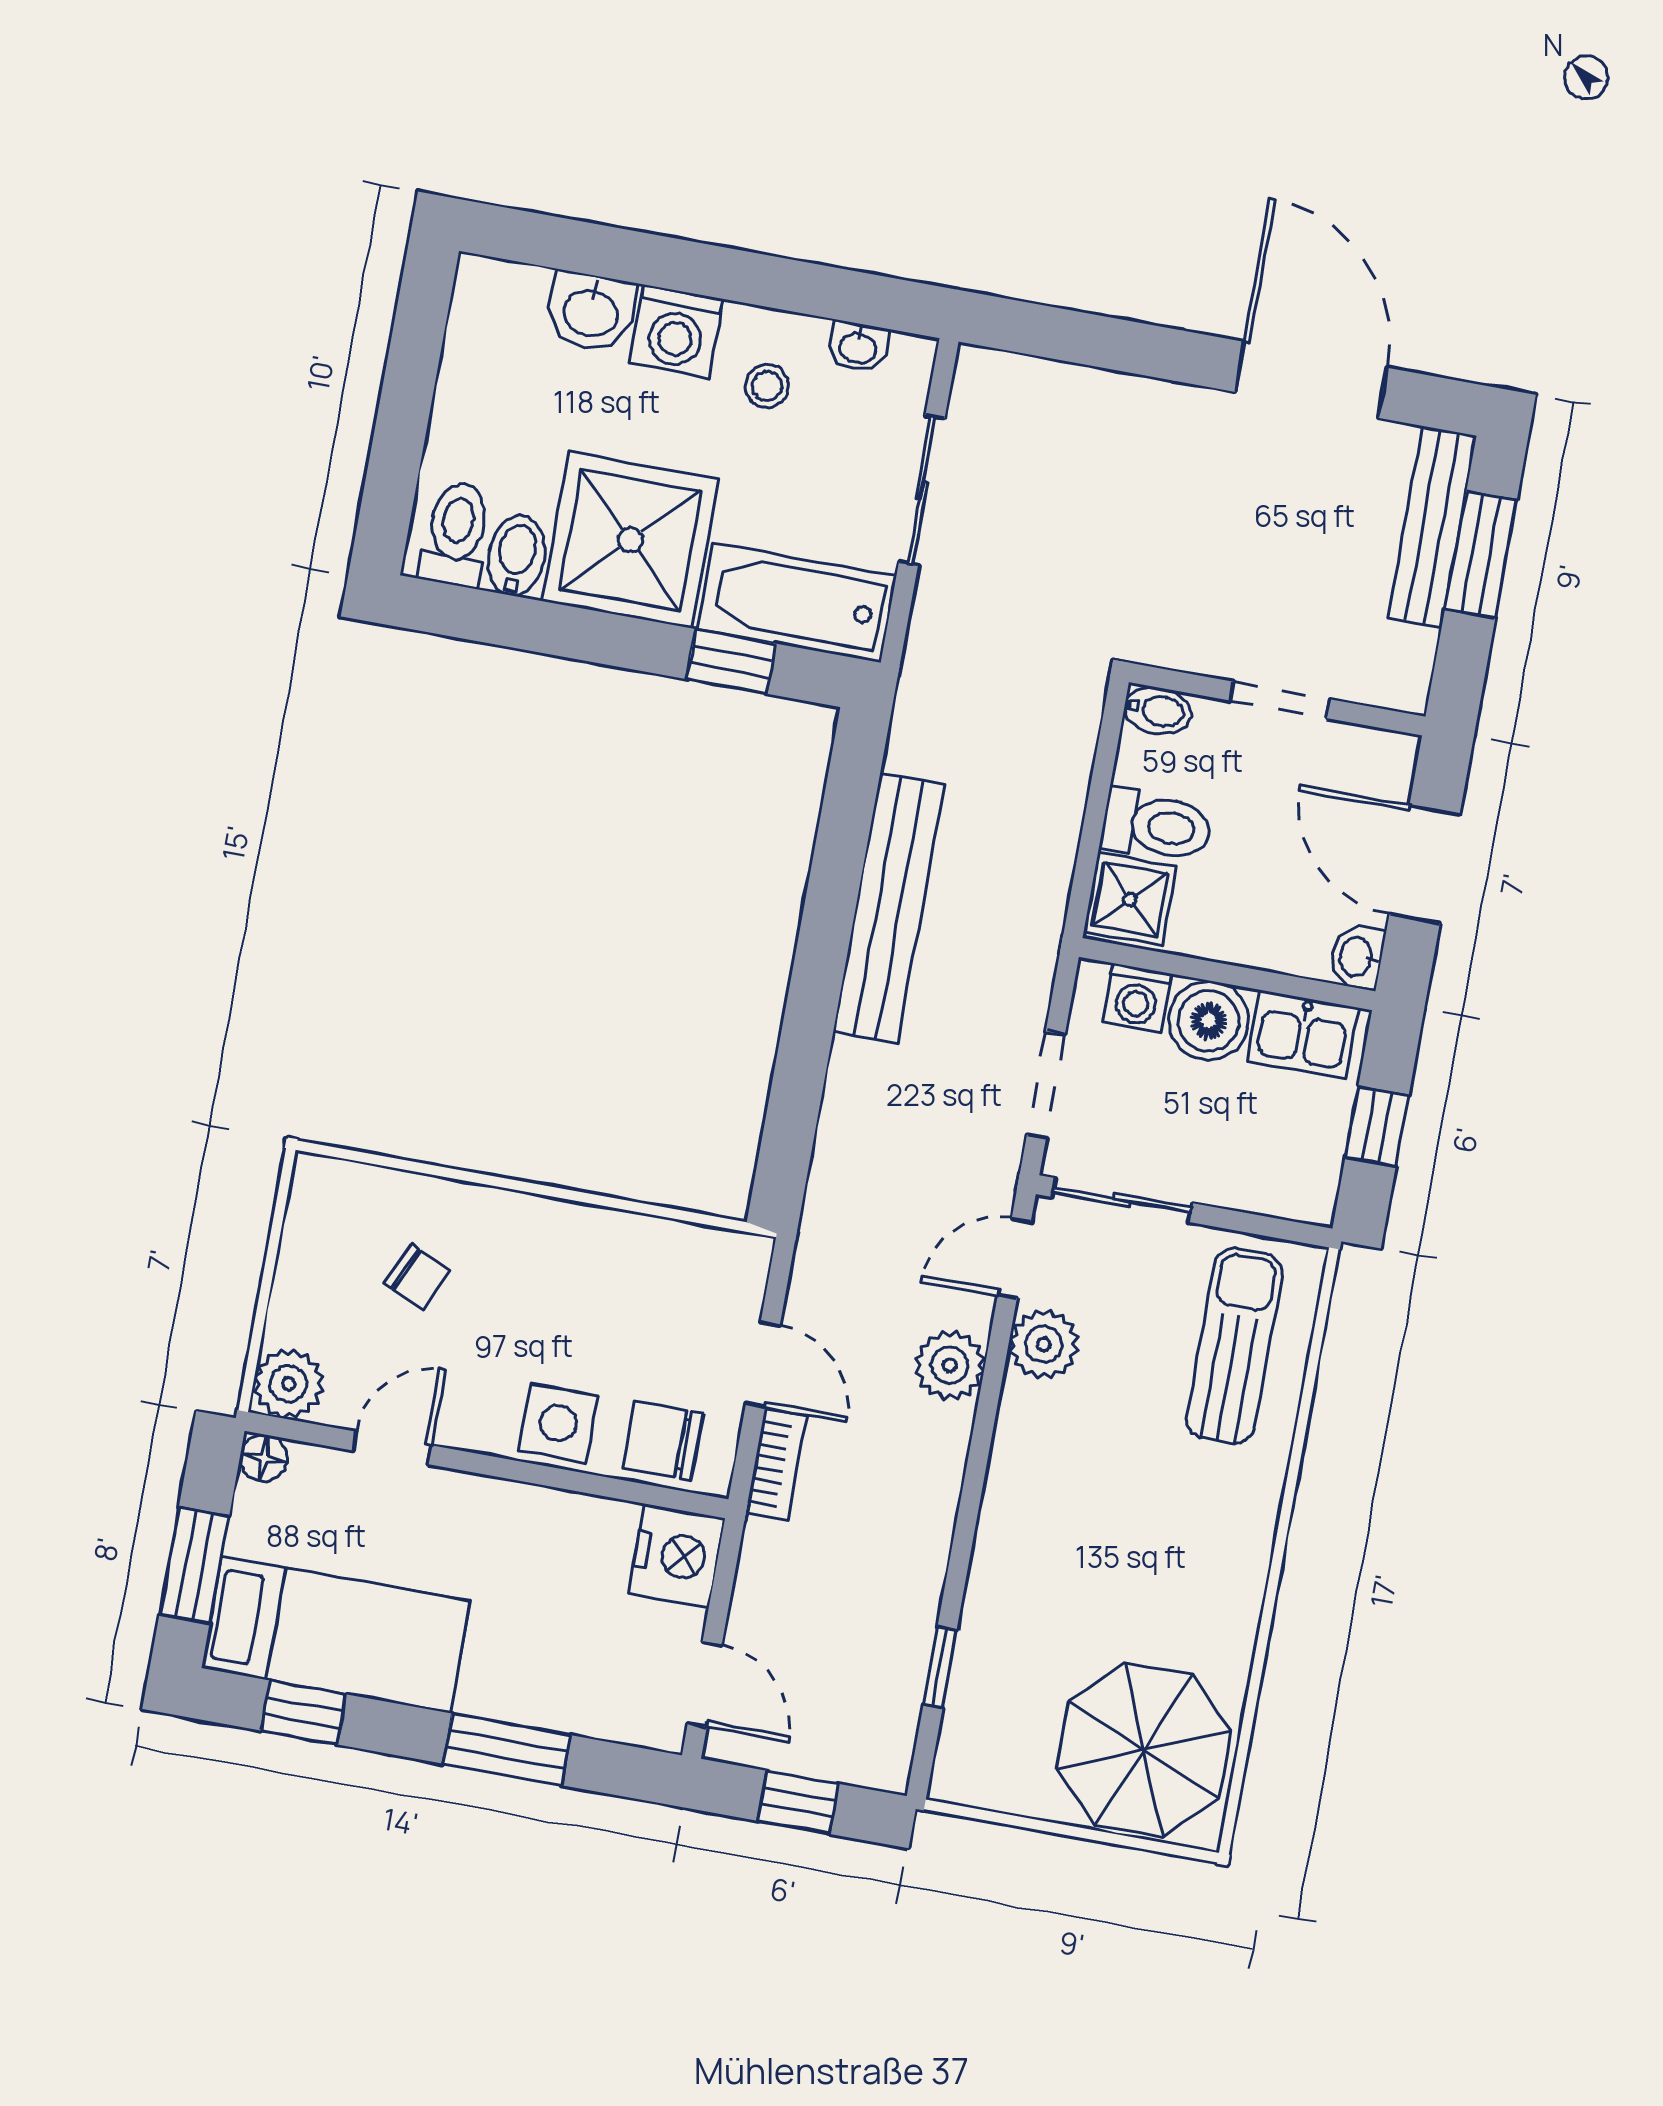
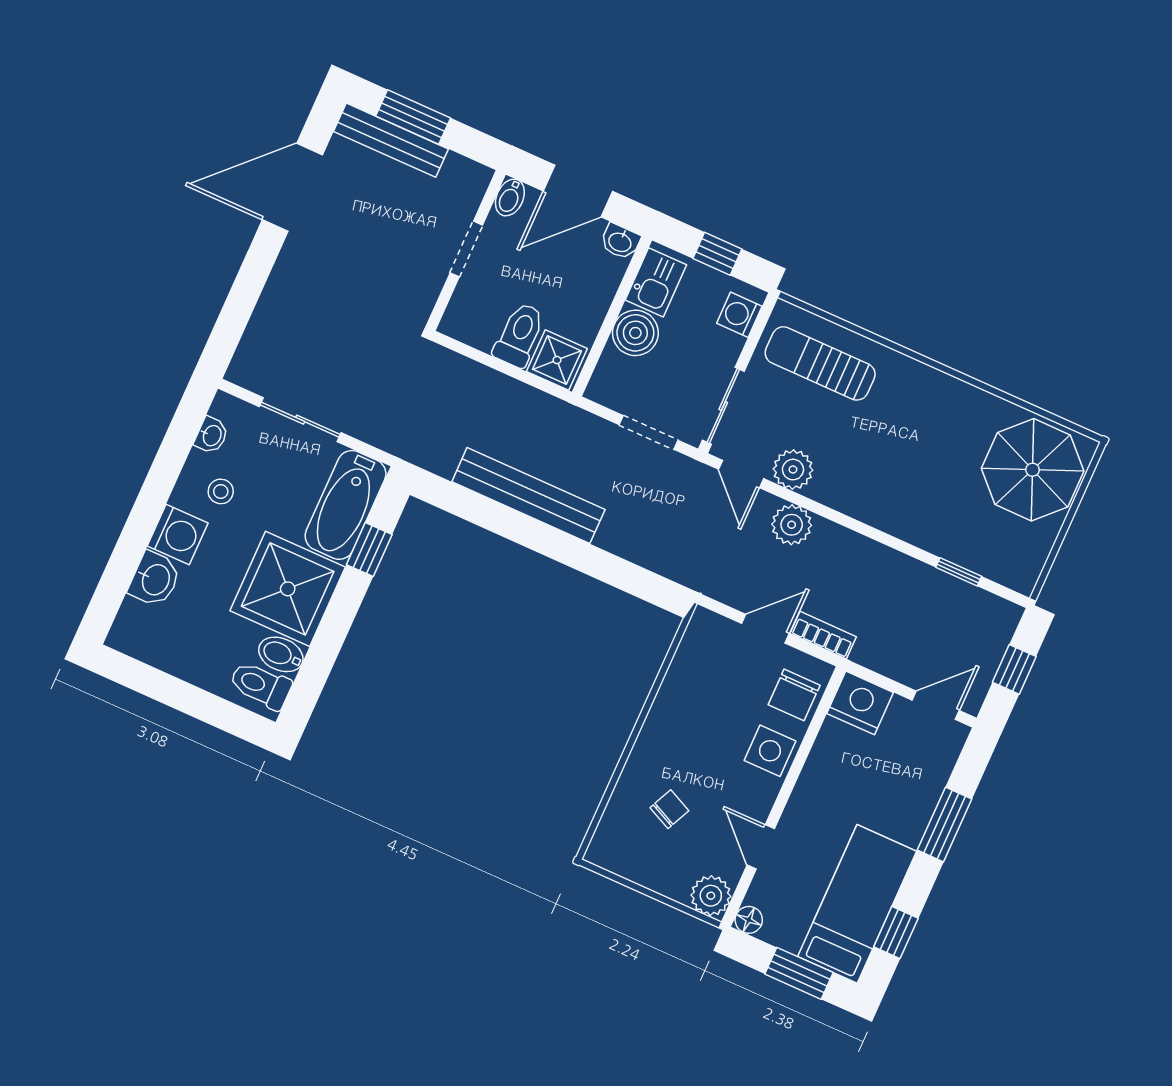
bidet: (1158, 711) -> (510, 198), moved, turned 180
washing machine: (1137, 998) -> (739, 315), moved, turned 180

